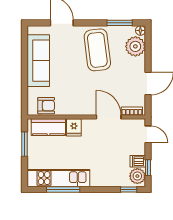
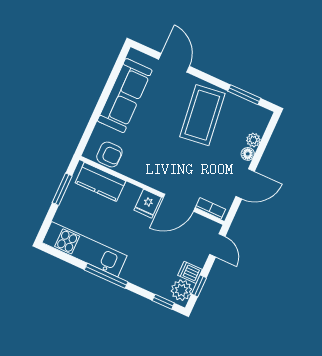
floor lamp: (140, 30) -> (248, 154), moved
plant: (135, 46) -> (253, 140), width x0.53, depth x0.53
door: (109, 117) -> (179, 203), swing flipped
fridge: (74, 127) -> (148, 204), moved
window: (63, 190) -> (106, 276), moved

